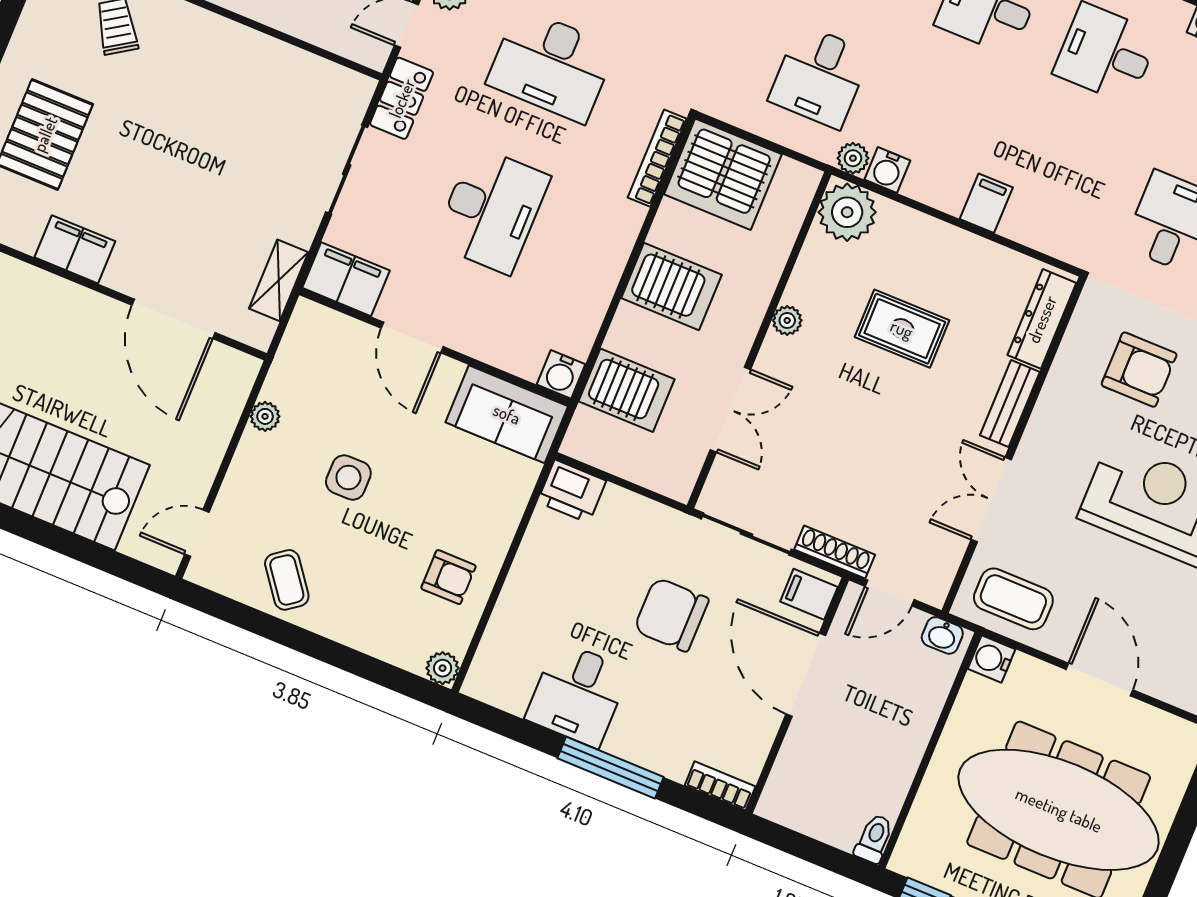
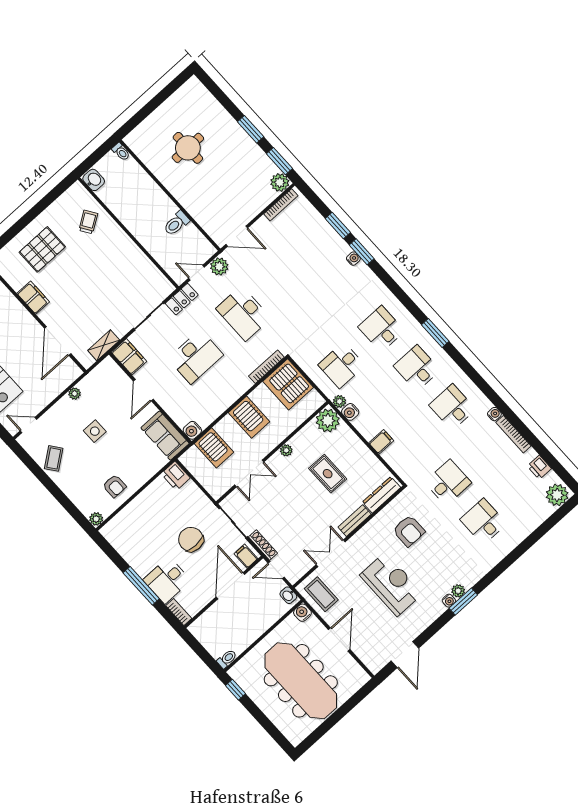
desk: (578, 694) -> (167, 580), moved

